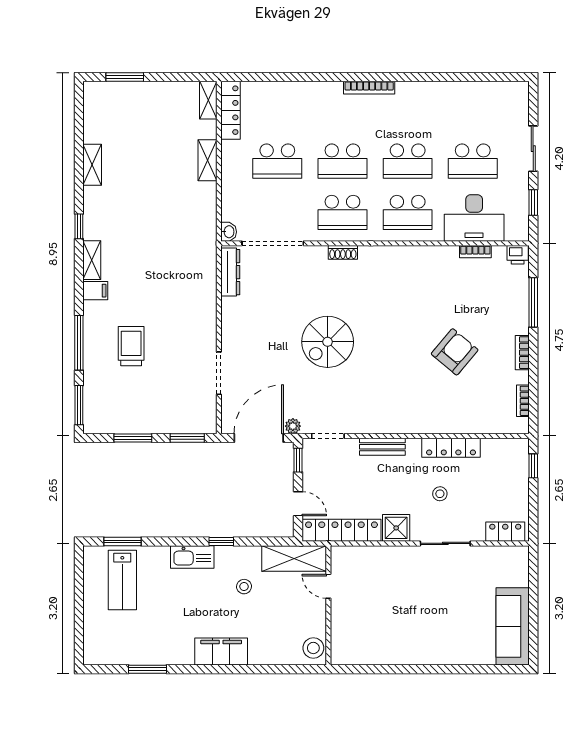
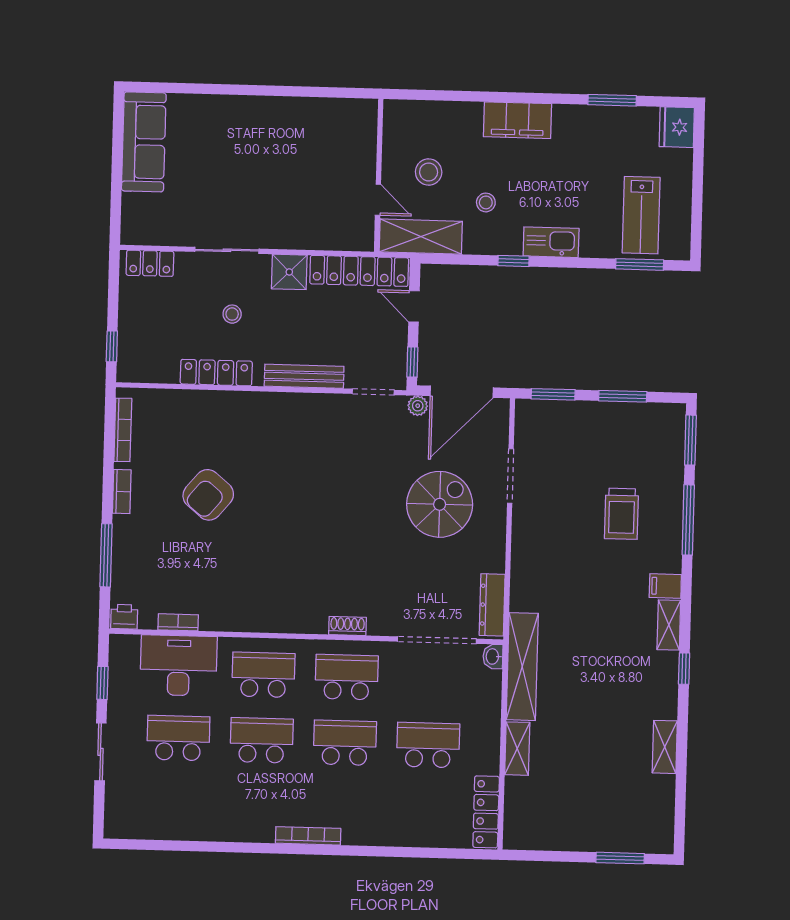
shelving: (208, 100) -> (522, 667), moved, width x2.20, depth x1.33
spiral stairs: (328, 342) -> (440, 504), moved
bookcase: (523, 401) -> (123, 430), width x1.56
bench: (382, 447) -> (304, 376), width x1.36
lab bench: (122, 580) -> (641, 215), turned 180
stool: (313, 648) -> (429, 172), moved
fridge: (96, 650) -> (677, 127), added

